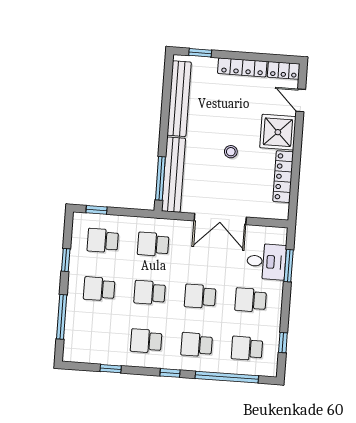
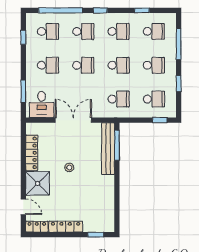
bench: (179, 99) -> (108, 202), removed
desk: (266, 262) -> (42, 104), moved, turned -90
school desk: (96, 337) -> (154, 31), added

